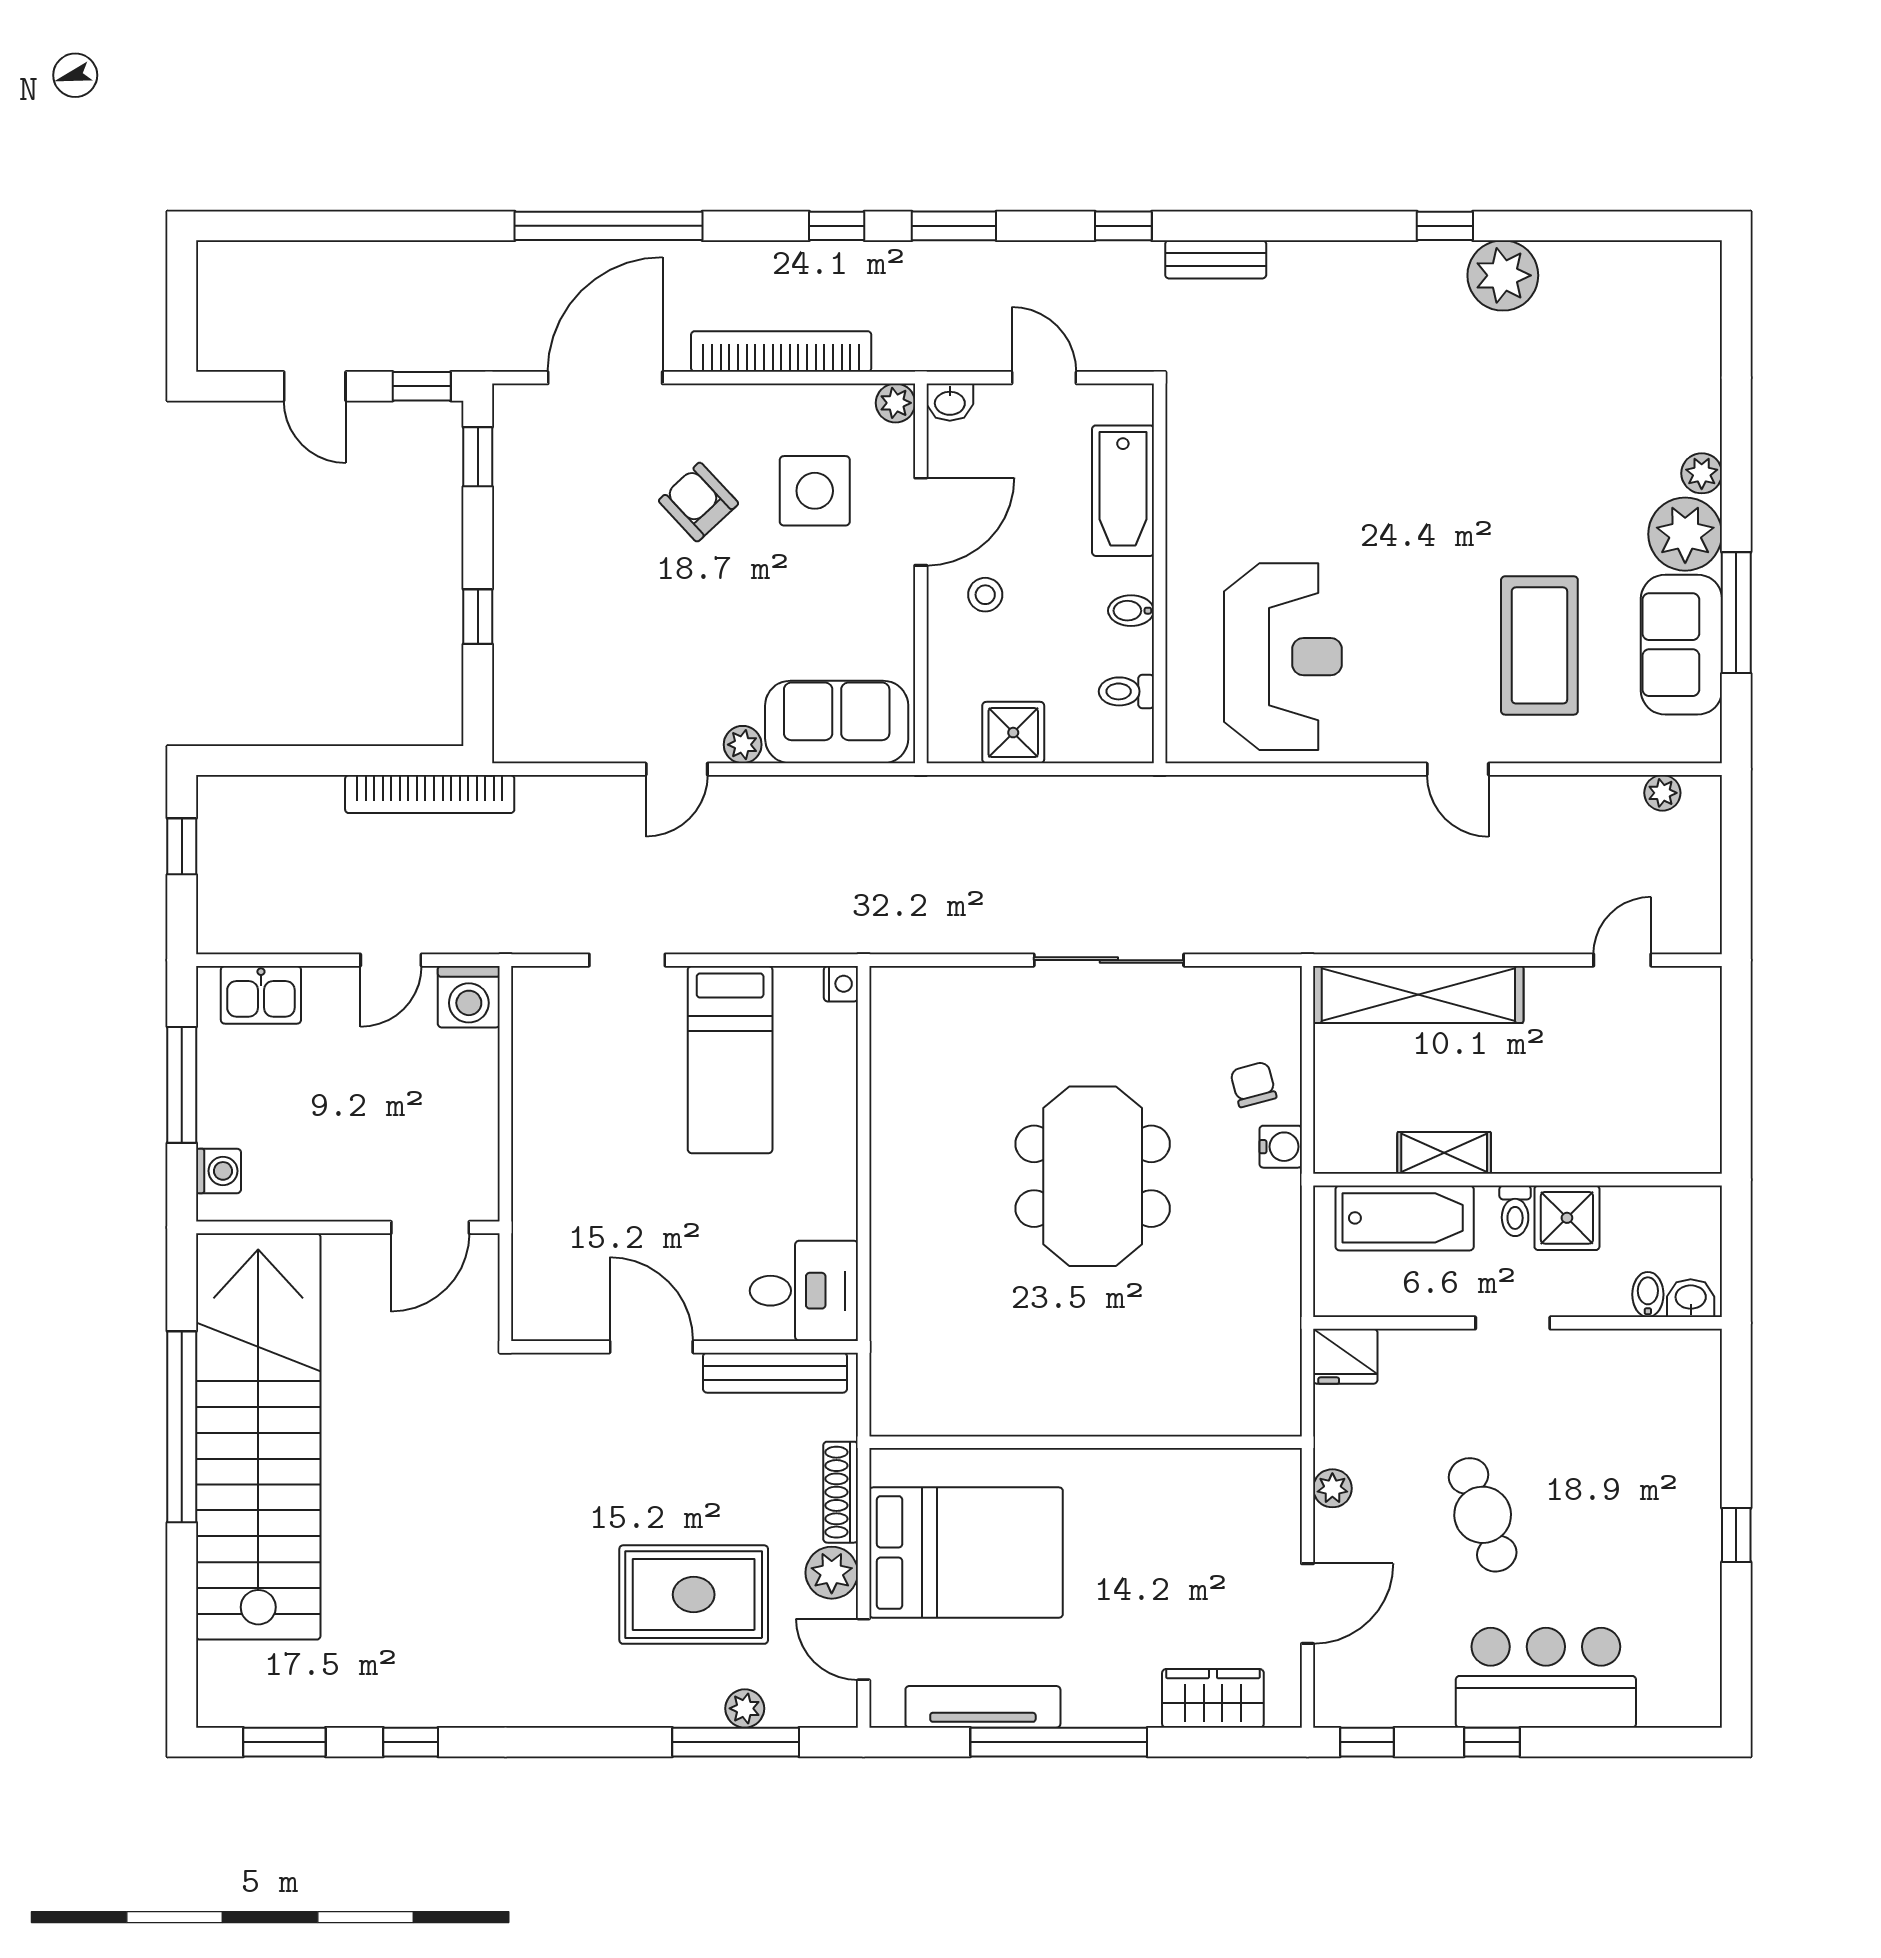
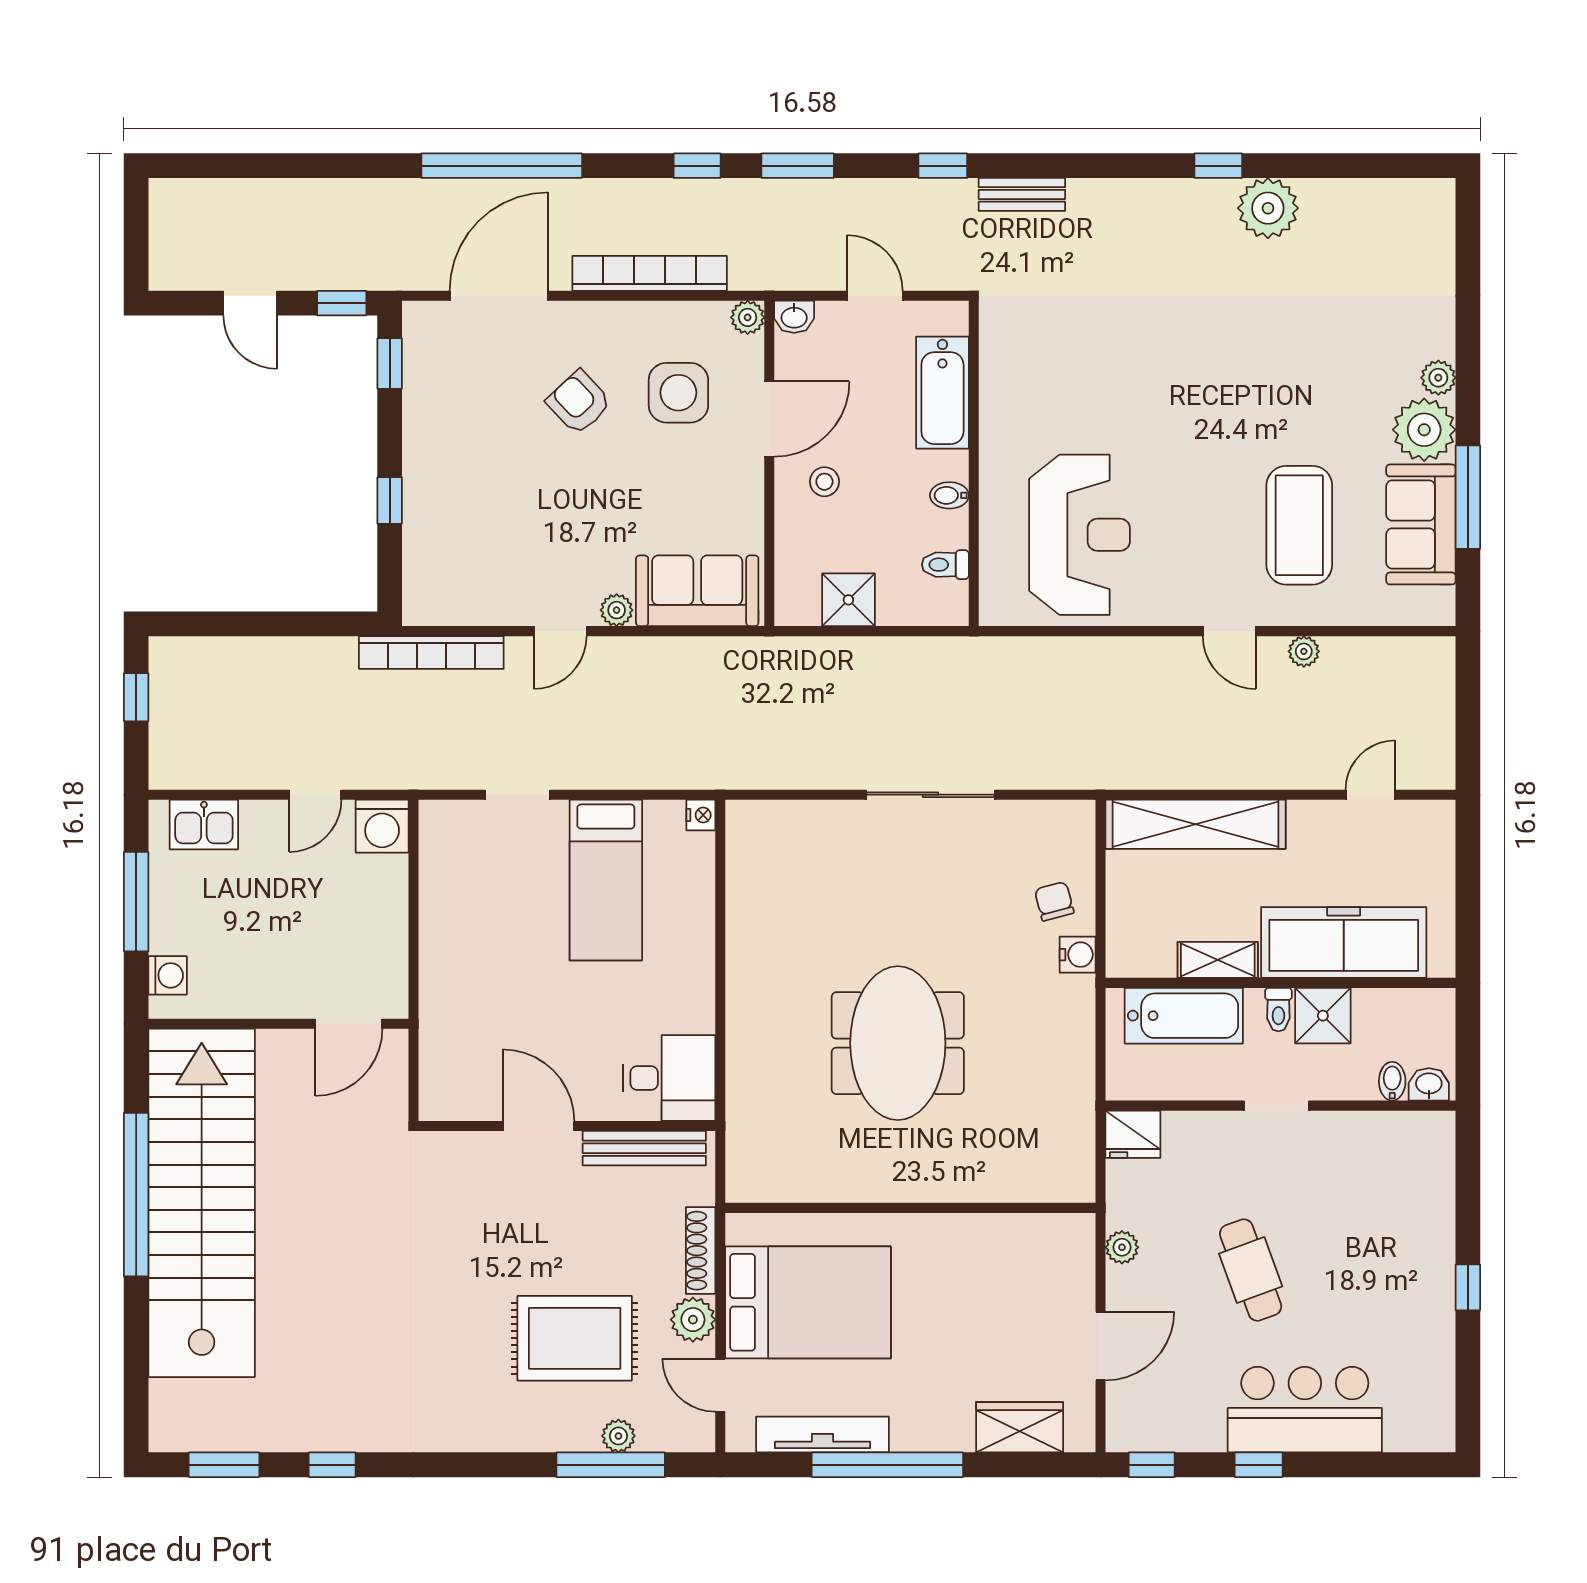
plant: (1662, 793) -> (1304, 651), moved
bookcase: (430, 794) -> (431, 652), moved
freezer: (1591, 1133) -> (1344, 943), added
meeting table: (1093, 1176) -> (898, 1043), moved

